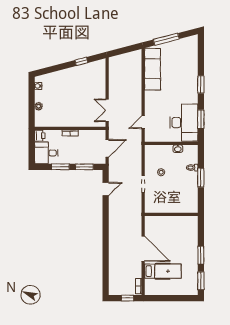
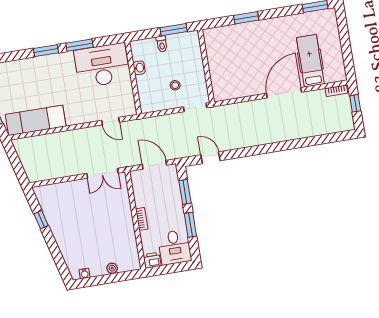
window: (201, 119) -> (79, 45), moved
wall: (171, 214) -> (206, 66), moved
window: (201, 255) -> (246, 18), moved

